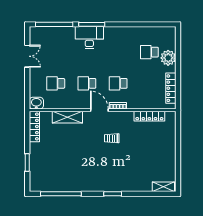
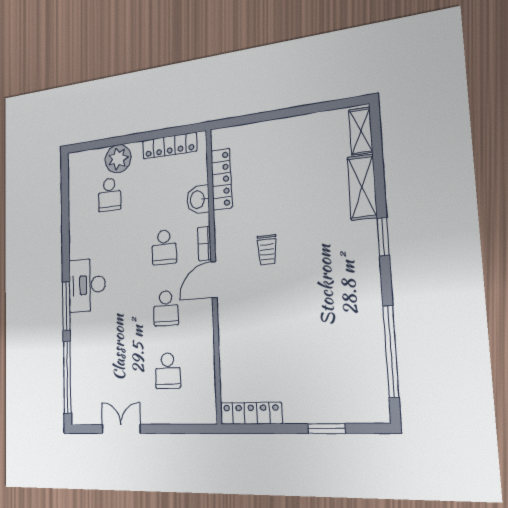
desk: (89, 37) -> (87, 285), moved
washbasin: (36, 103) -> (198, 200), moved
shelving: (67, 117) -> (362, 187), moved

